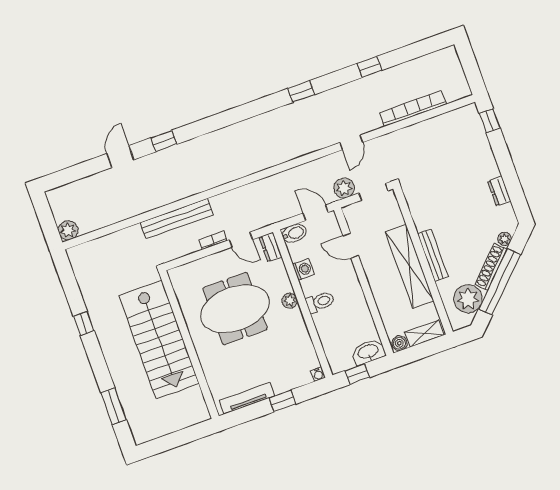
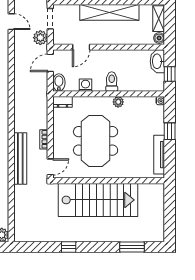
door: (241, 240) -> (50, 167), moved
plant: (290, 301) -> (118, 102), moved

